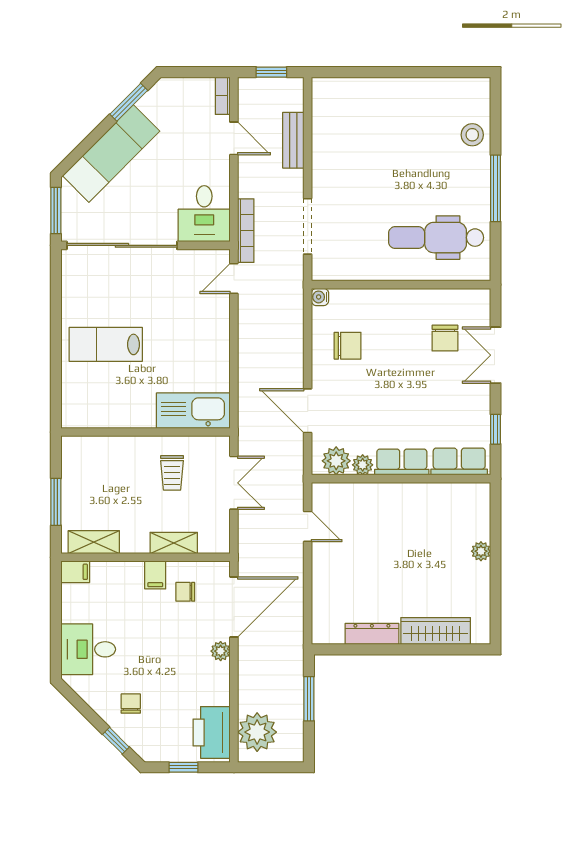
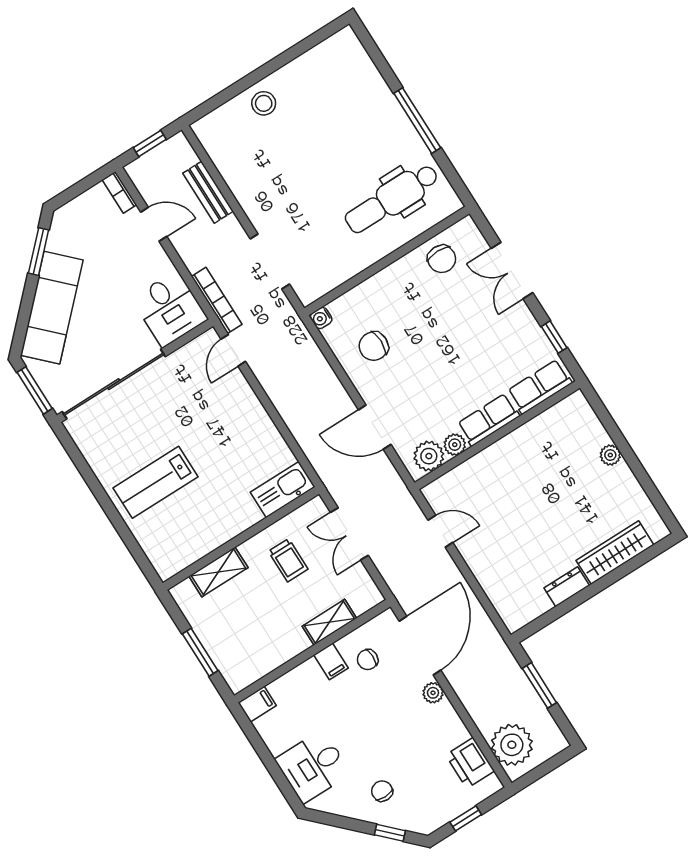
stool: (472, 135) -> (264, 103), moved
chair: (445, 338) -> (442, 259), moved
chair: (348, 346) -> (374, 346), turned 180
kitchen sink: (193, 411) -> (283, 490), width x0.73, depth x0.81
double door: (234, 483) -> (349, 534), swing flipped
shelving: (94, 542) -> (218, 572), moved
dresser: (372, 634) -> (567, 587), width x0.70
printer: (212, 732) -> (470, 763), width x0.73, depth x0.84

